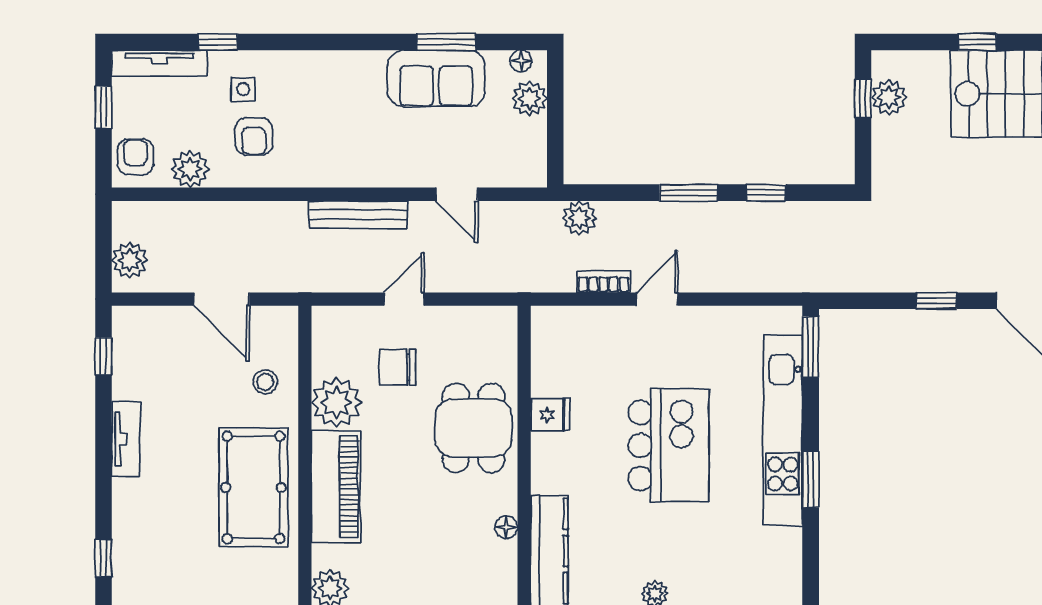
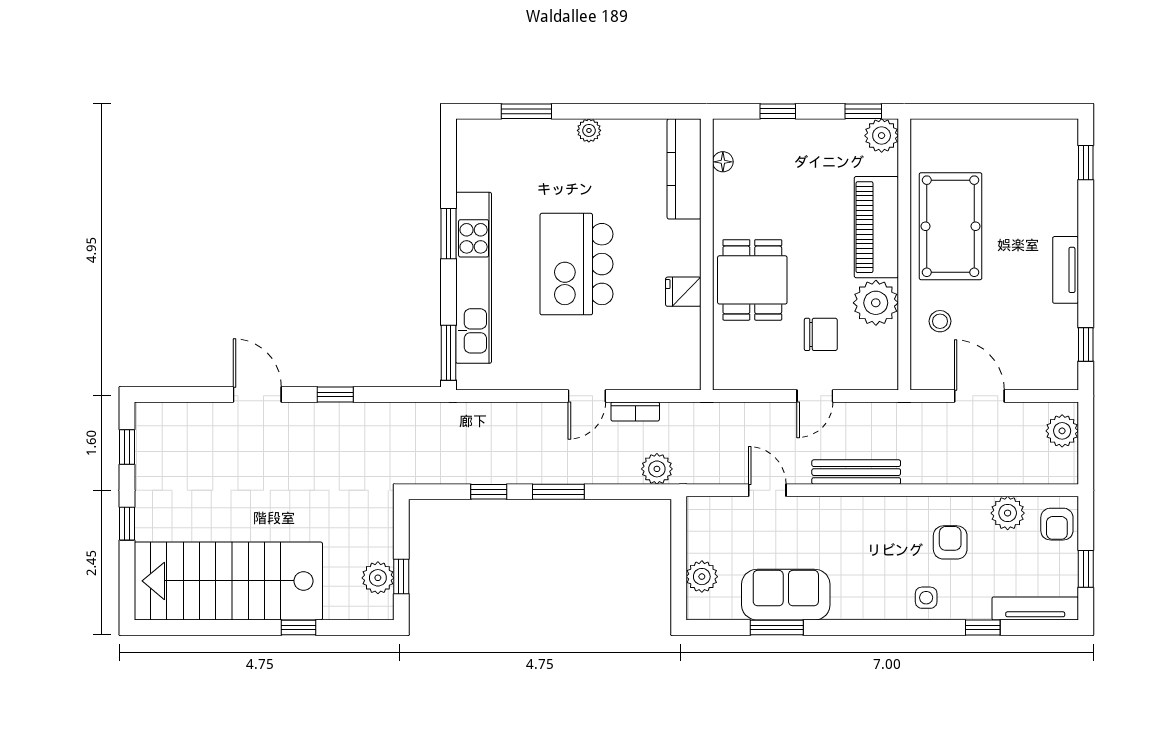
floor lamp: (521, 61) -> (710, 610), removed
side table: (243, 89) -> (926, 598), moved
floor lamp: (506, 527) -> (723, 162), moved

